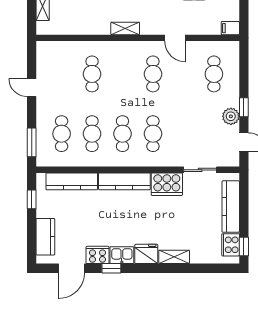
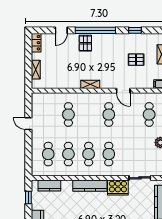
window: (32, 142) -> (28, 160), removed
kitchen counter: (72, 181) -> (49, 186), width x0.67

